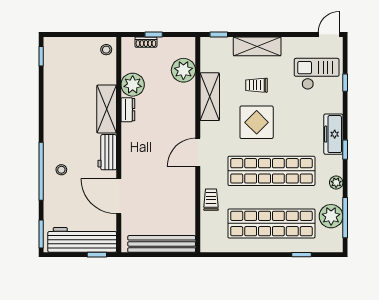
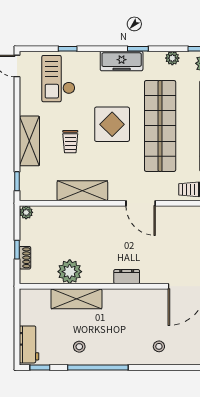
stool: (106, 50) -> (79, 347), moved
plant: (183, 70) -> (26, 212), moved, width x0.53, depth x0.53
shelving: (107, 109) -> (76, 299), moved
dresser: (128, 110) -> (127, 277), moved
display table: (257, 122) -> (112, 124), moved
workbench: (107, 152) -> (29, 344), moved, turned -90
window: (41, 171) -> (98, 368), moved

